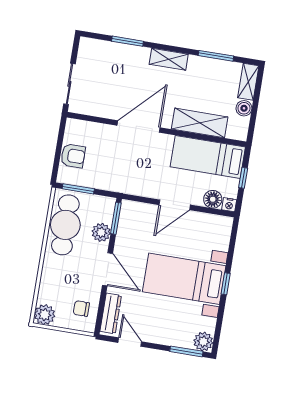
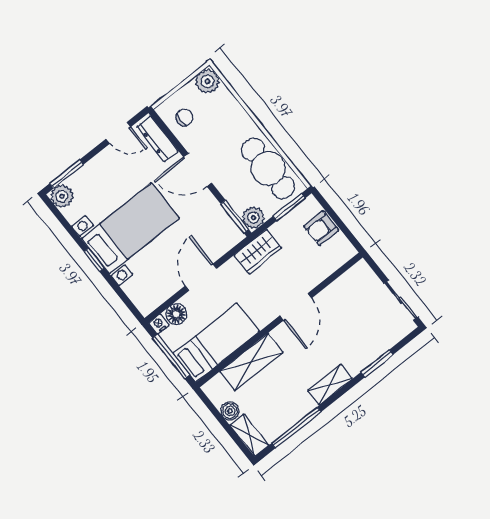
window: (216, 56) -> (296, 428), width x1.44
sliding door: (69, 84) -> (401, 300), moved
door: (139, 127) -> (296, 307), width x0.73
window: (243, 178) -> (171, 357), width x2.17
wardrobe: (125, 183) -> (258, 252), added
plant: (101, 232) -> (253, 218), moved

